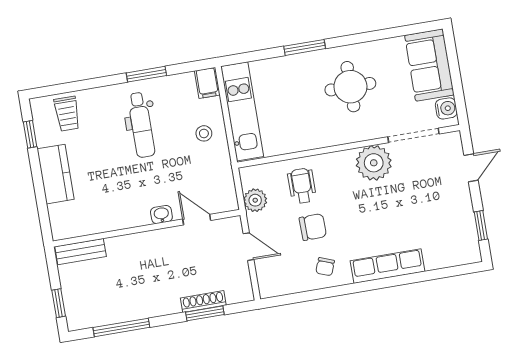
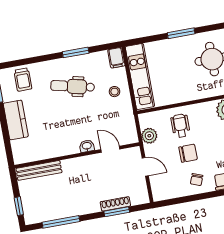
dental chair: (141, 125) -> (73, 86), turned 103
bench: (81, 252) -> (39, 170), width x1.36

